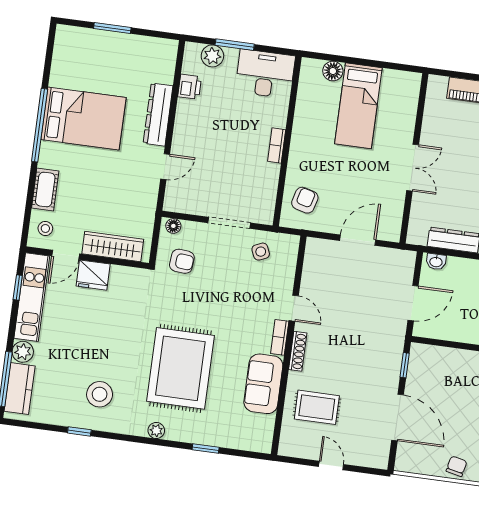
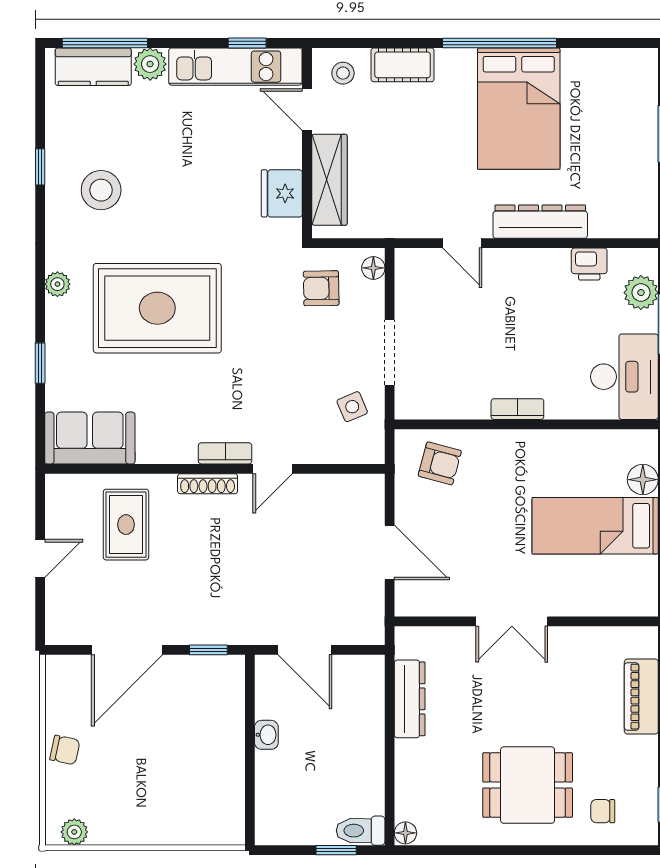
armchair: (182, 261) -> (321, 288), turned 84
washbasin: (436, 262) -> (266, 735), moved, turned 180
fridge: (93, 275) -> (282, 193), moved
sofa: (263, 384) -> (90, 438), moved

